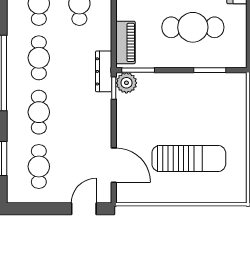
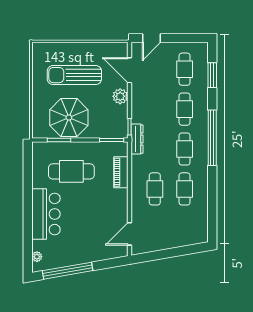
piano: (126, 42) -> (121, 172), moved
plant: (126, 83) -> (120, 96), moved
parasol: (196, 101) -> (69, 118), added

